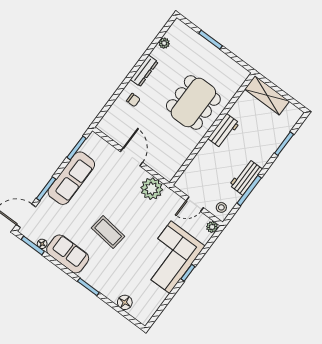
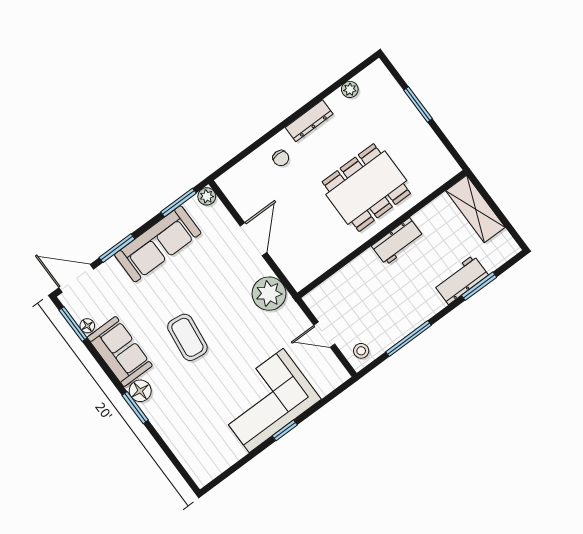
workbench: (246, 177) -> (461, 280), moved
plant: (212, 227) -> (207, 196), moved
floor lamp: (125, 302) -> (140, 391), moved

